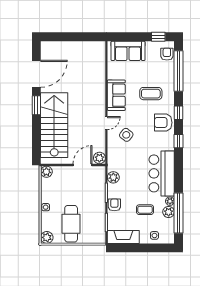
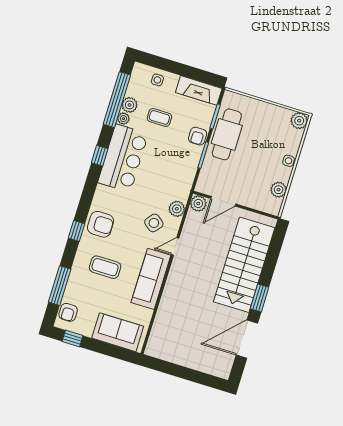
window: (179, 71) -> (60, 286), width x0.68
sofa: (116, 95) -> (151, 279), width x1.36
window: (179, 141) -> (100, 156), moved
plant: (46, 172) -> (279, 190), moved
plant: (113, 177) -> (177, 209), moved
cafe table: (71, 224) -> (227, 134), moved

